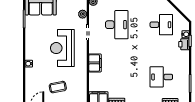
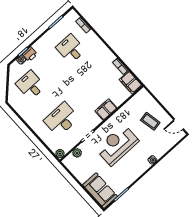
reception desk: (62, 48) -> (117, 145), turned 180
desk: (161, 77) -> (71, 49), turned 180

